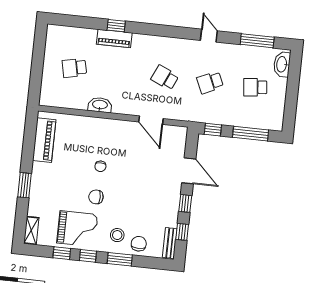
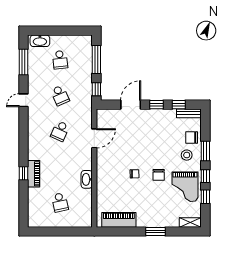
grand piano: (77, 229) -> (185, 187), turned 180

